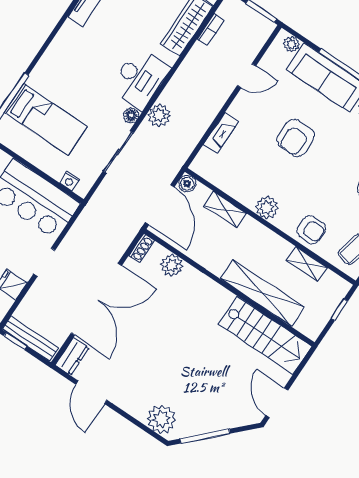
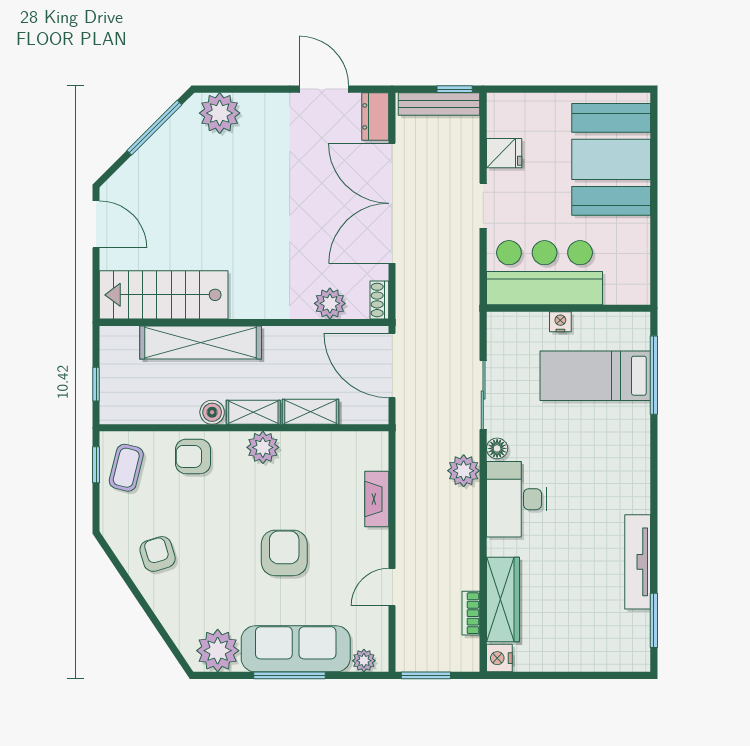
nightstand: (69, 181) -> (560, 322), moved
boiler: (187, 184) -> (212, 412), moved
shelving: (307, 264) -> (253, 412), moved

